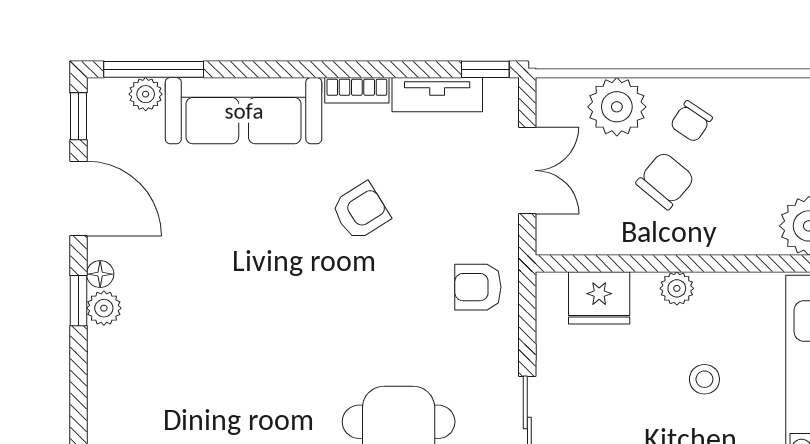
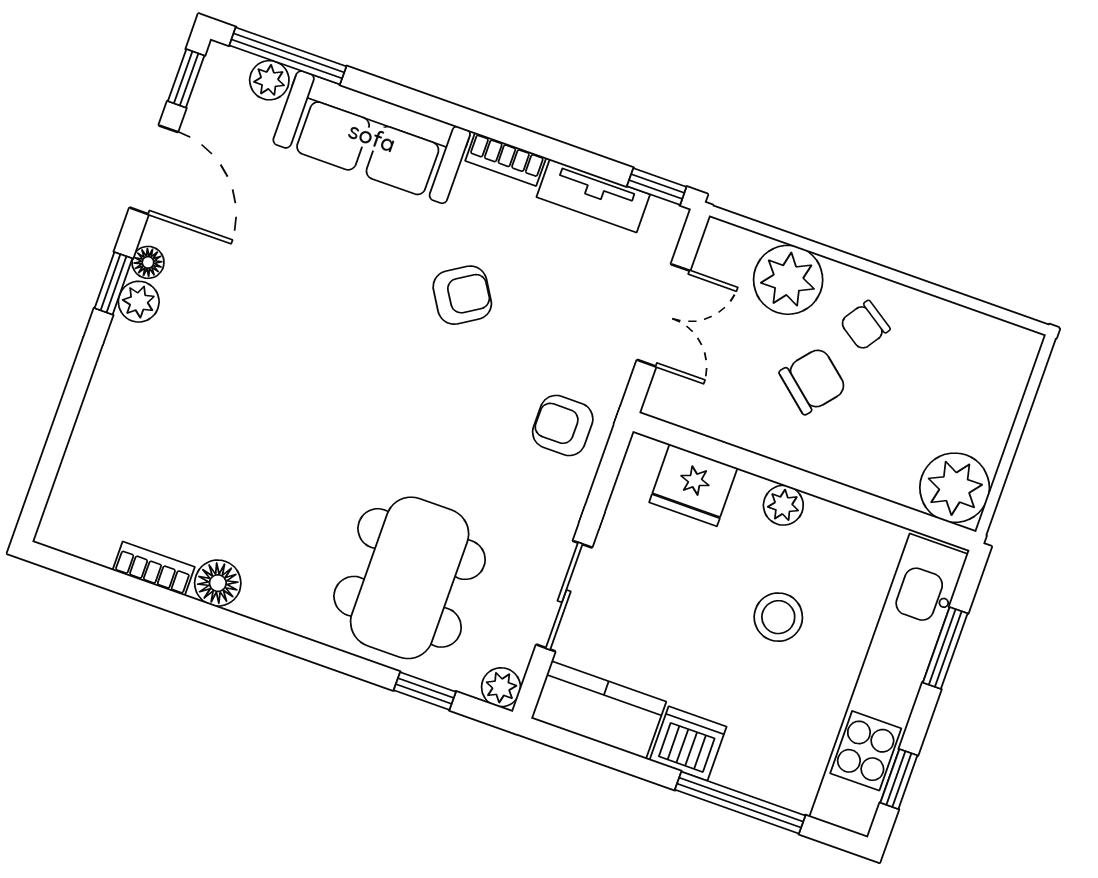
stool: (704, 379) -> (778, 617), width x1.37, depth x1.37

